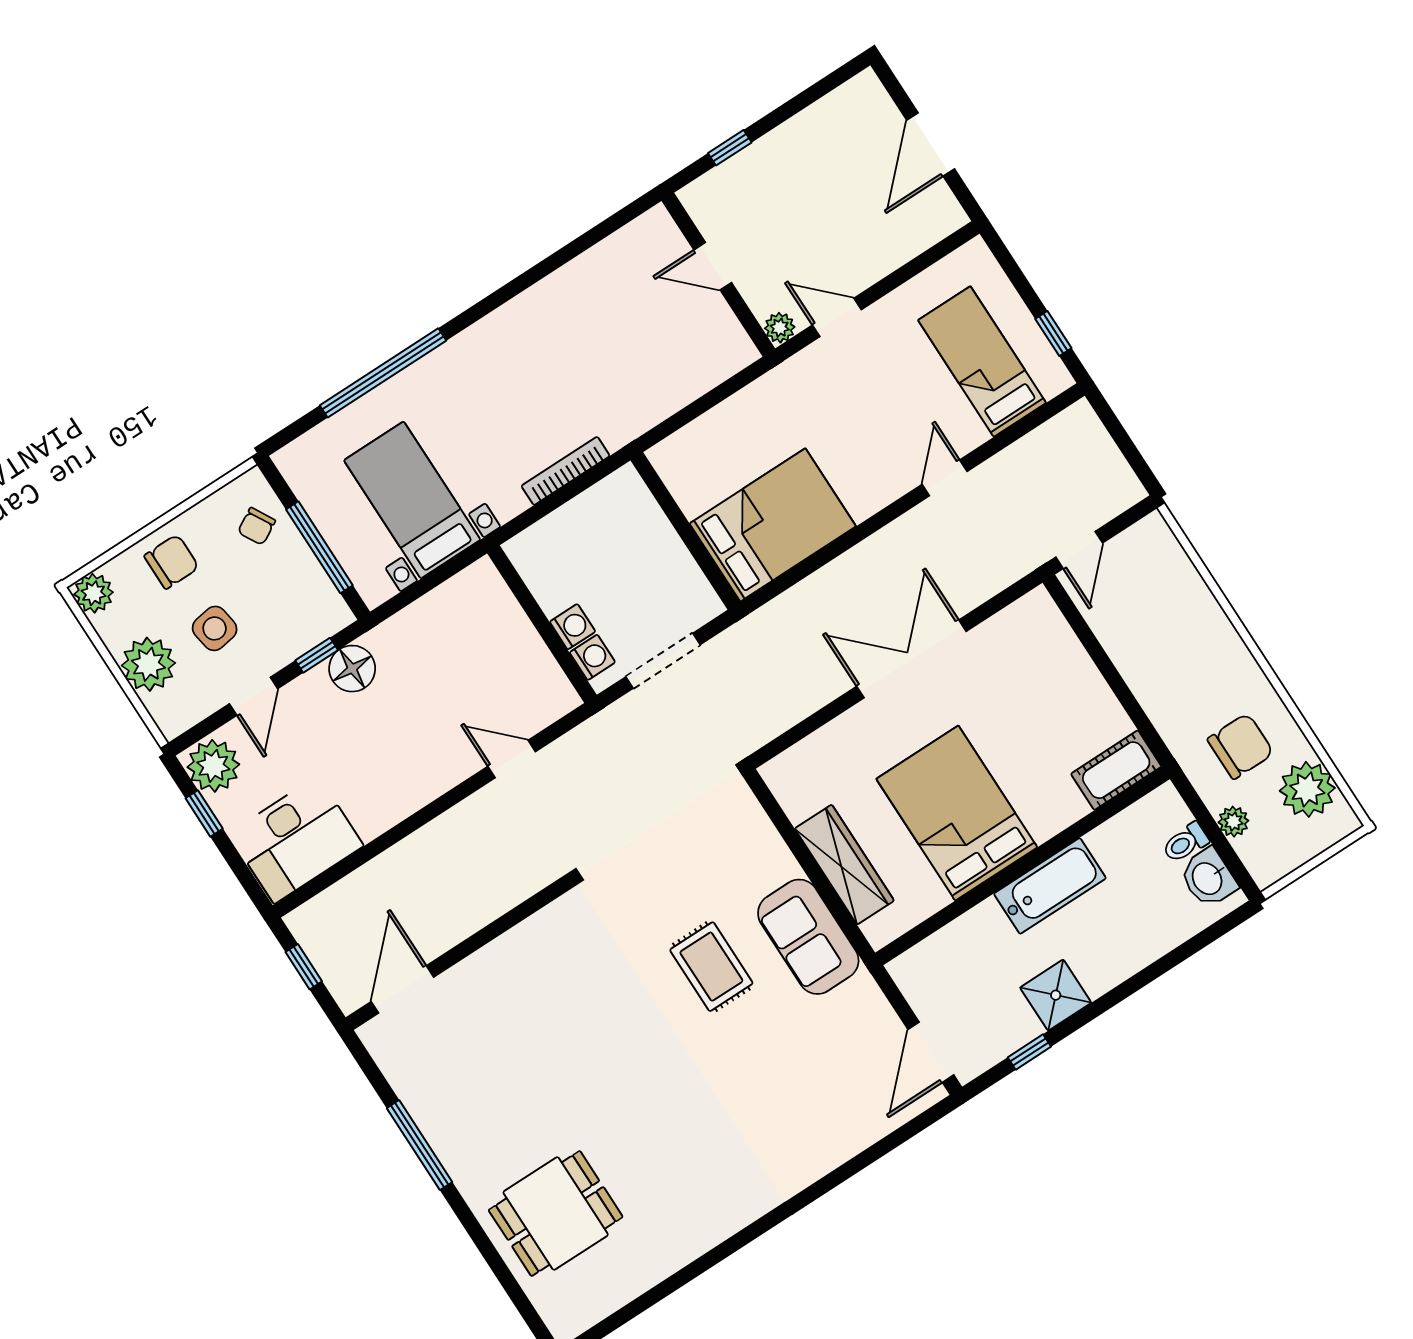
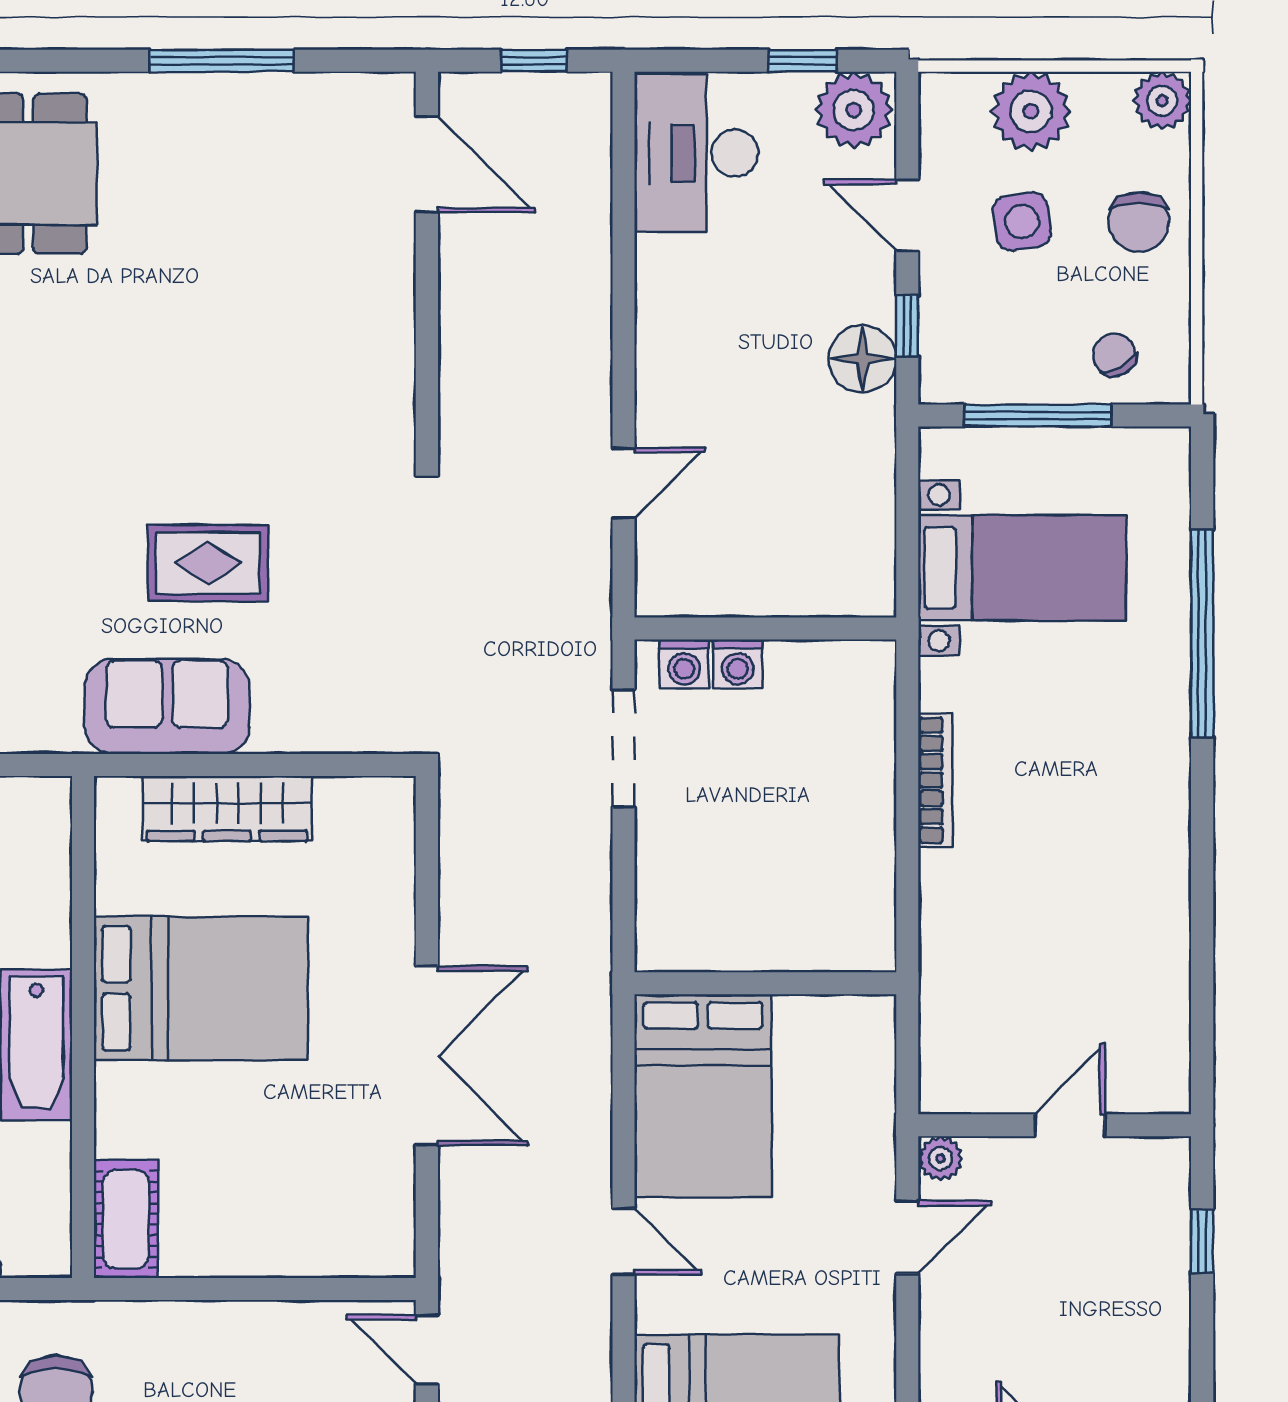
bed: (773, 525) -> (703, 1096), moved
wall: (685, 531) -> (765, 983), moved

